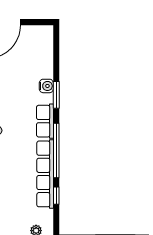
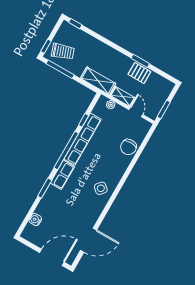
water cooler: (46, 86) -> (35, 220), moved

